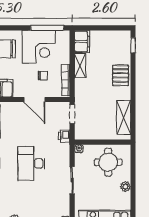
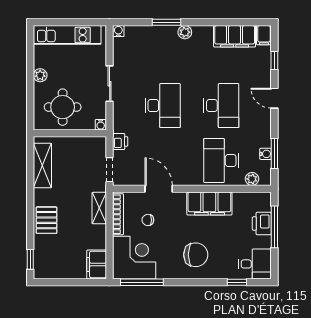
corner desk: (39, 47) -> (134, 258), moved, turned 90
shelving: (80, 66) -> (99, 208), moved

